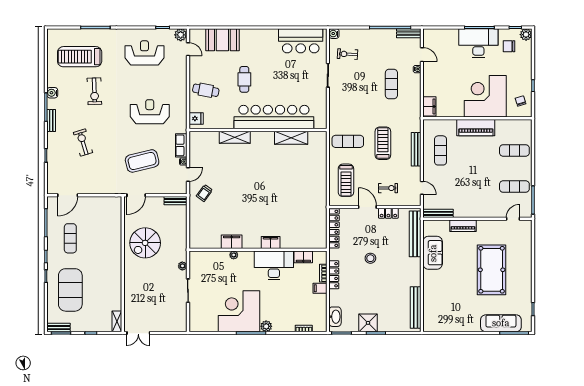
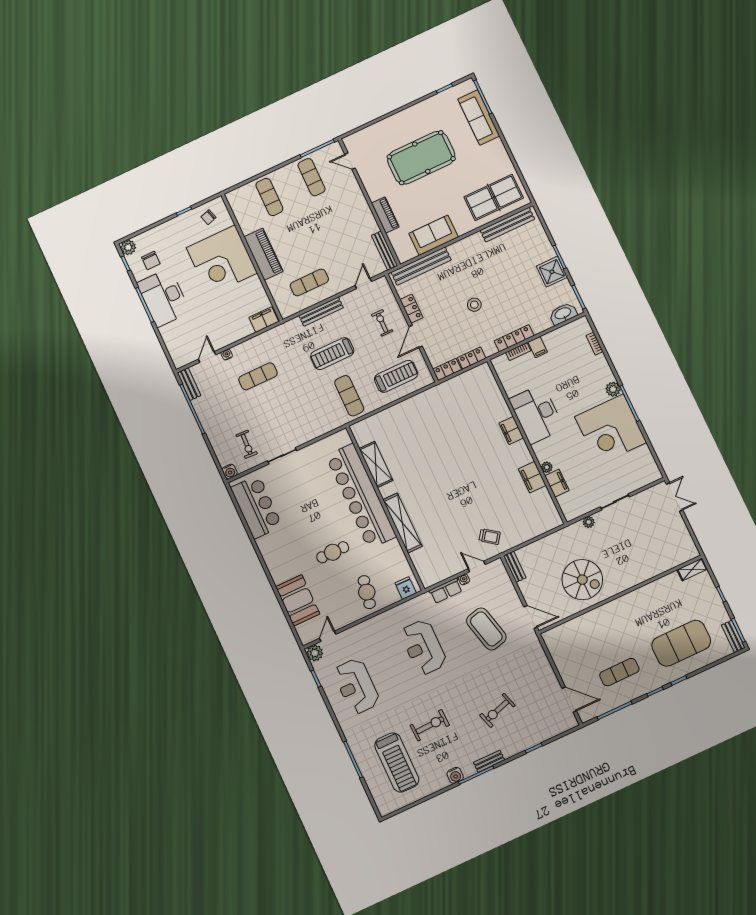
shelving: (235, 137) -> (402, 523), width x1.47
filing cabinet: (303, 257) -> (557, 483), moved
table tennis table: (439, 307) -> (494, 197), added
double door: (138, 333) -> (674, 497), moved

